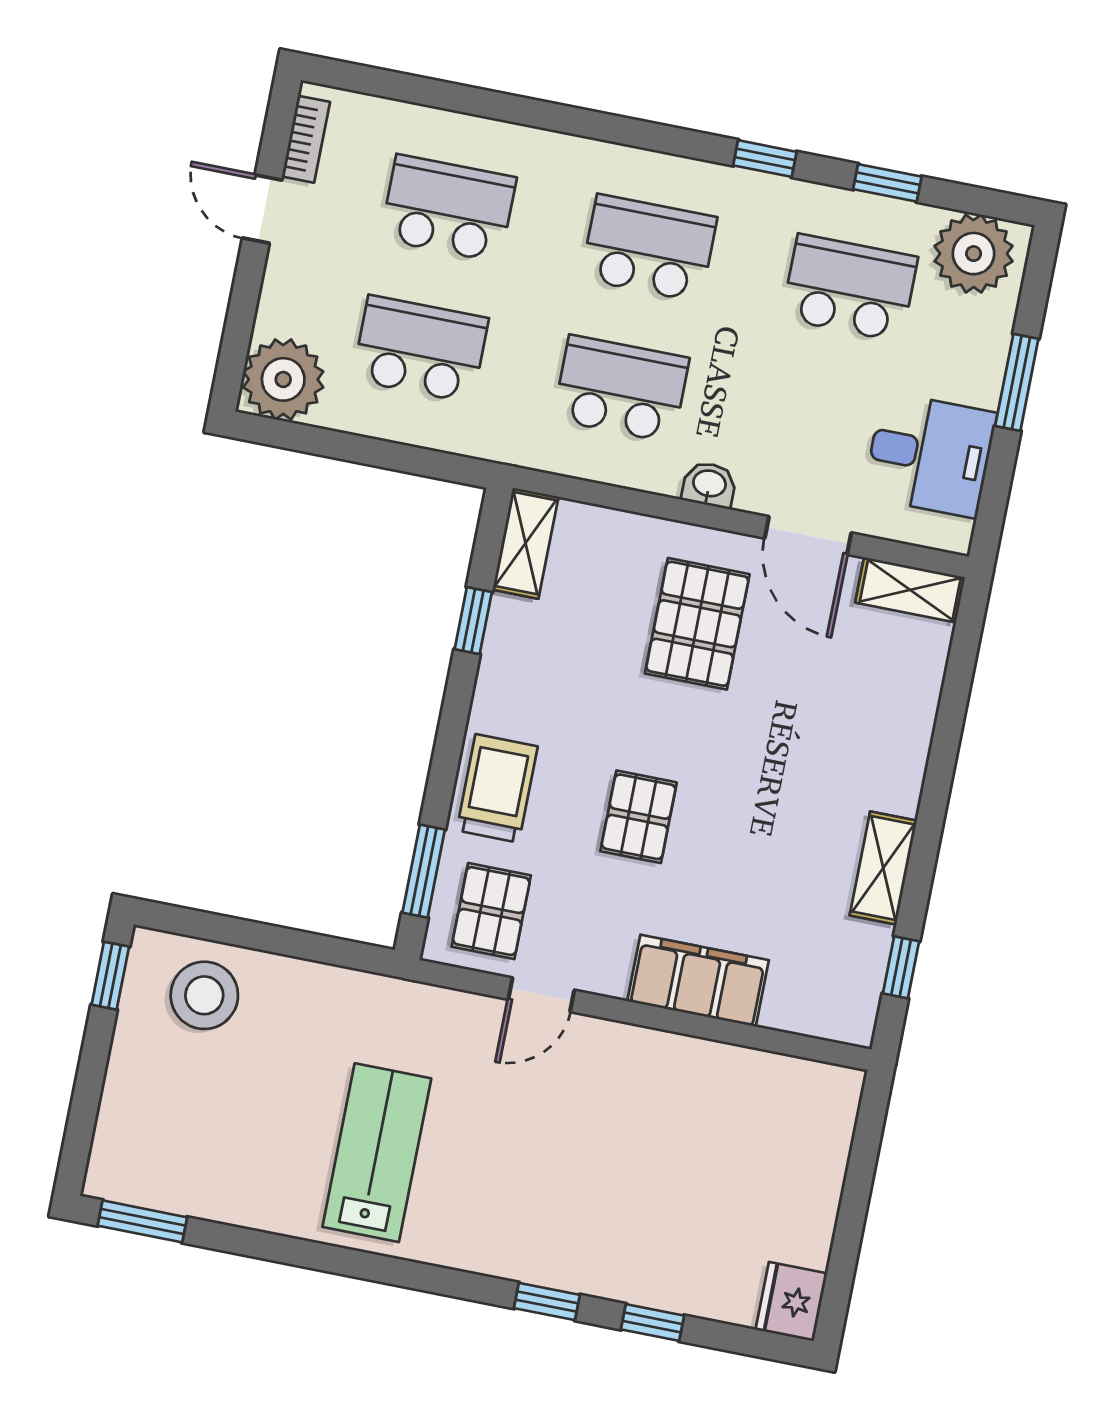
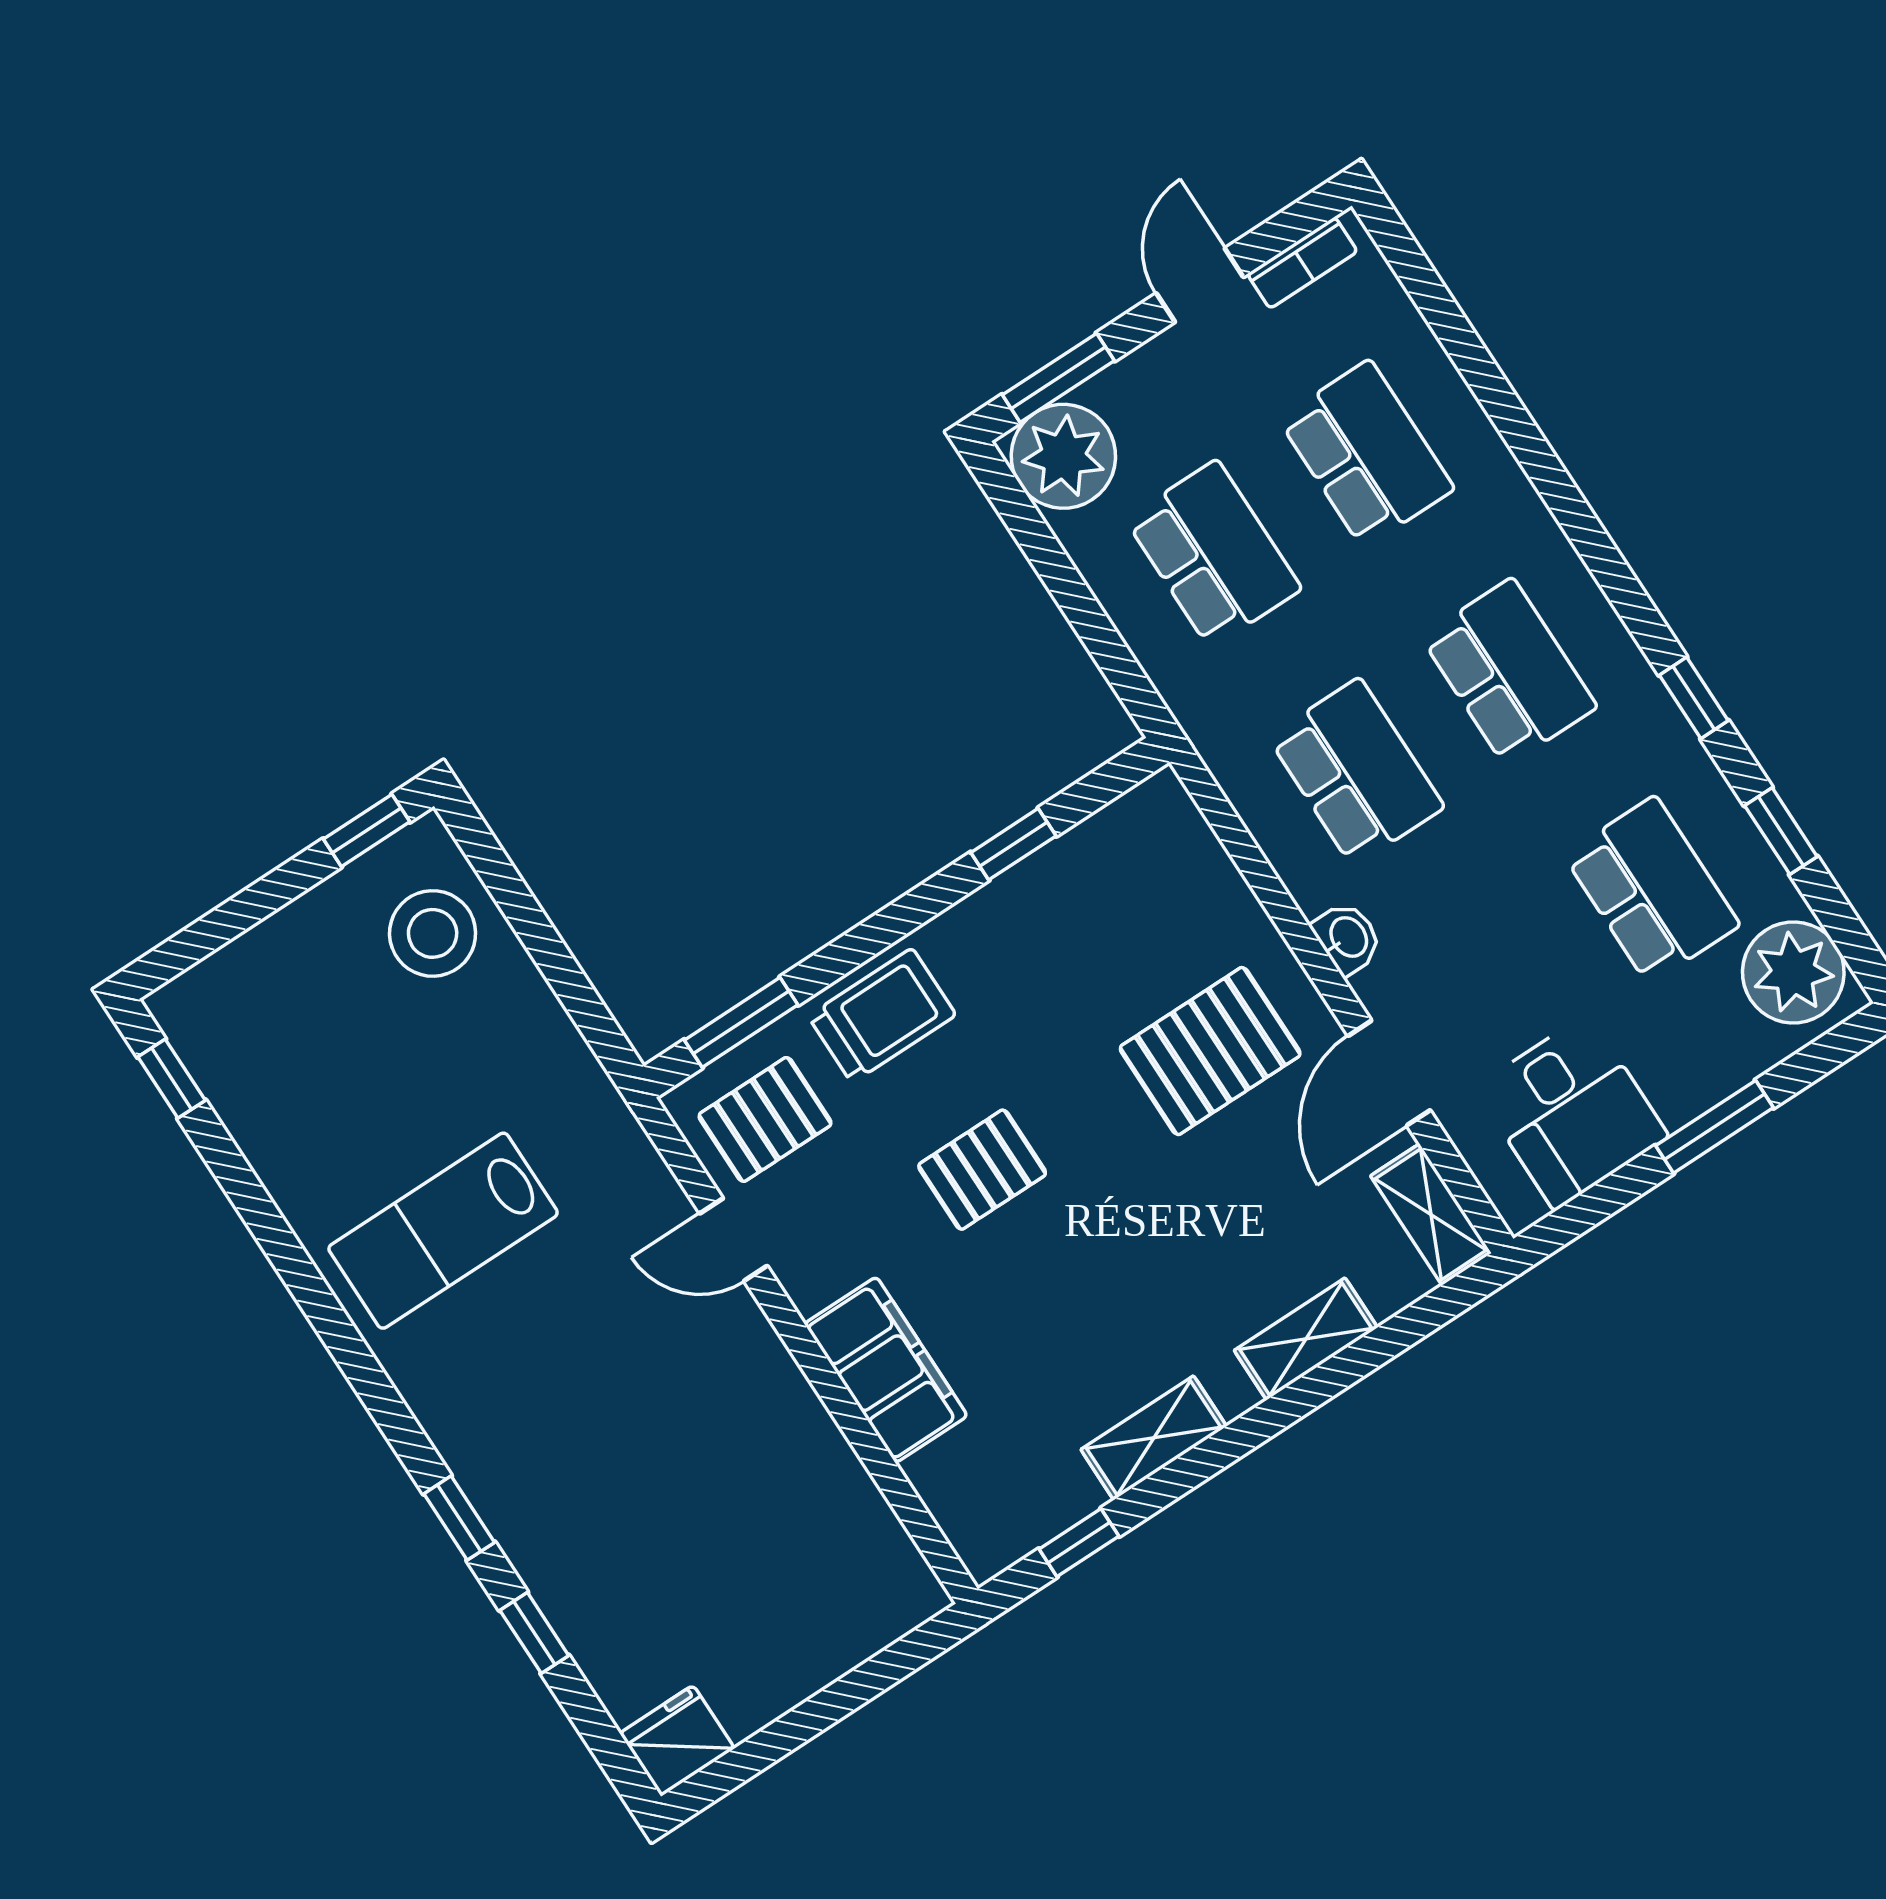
window: (236, 339) -> (1058, 378), added
shelving: (526, 543) -> (1306, 1339), moved
lab bench: (377, 1153) -> (443, 1231), turned 180
window: (142, 1221) -> (172, 1079), width x0.67

